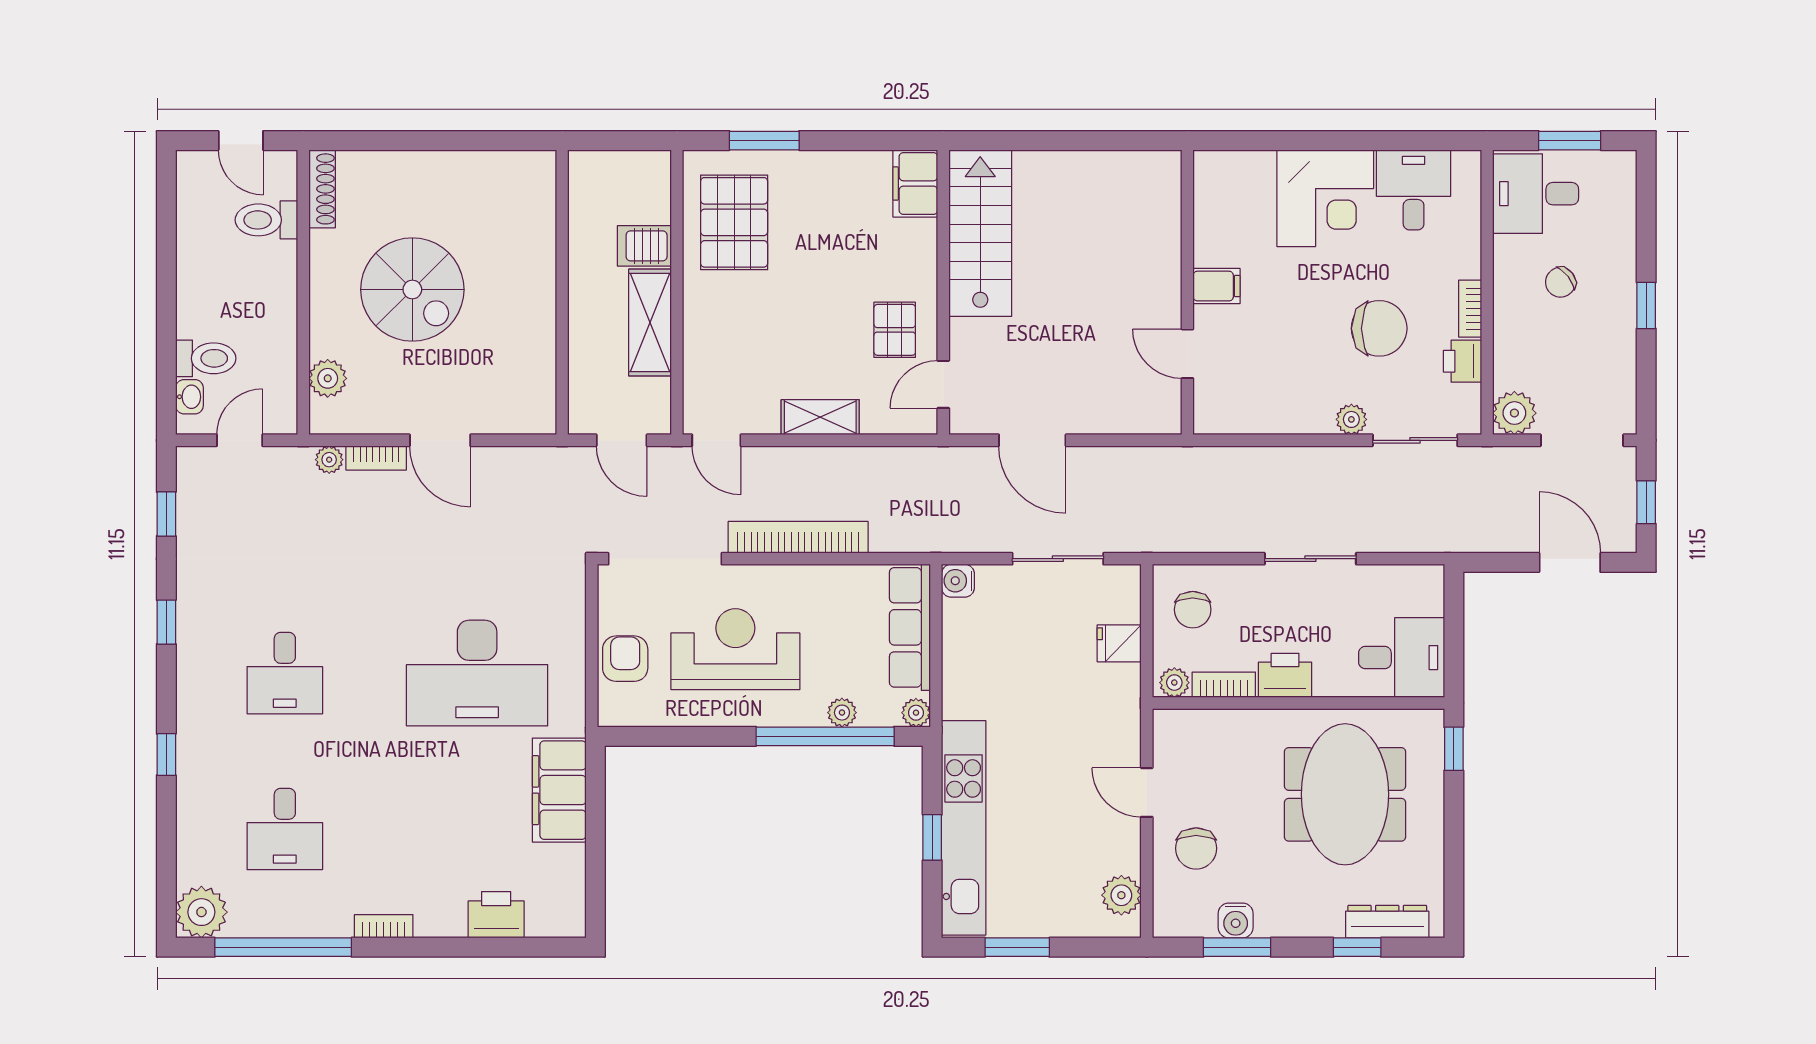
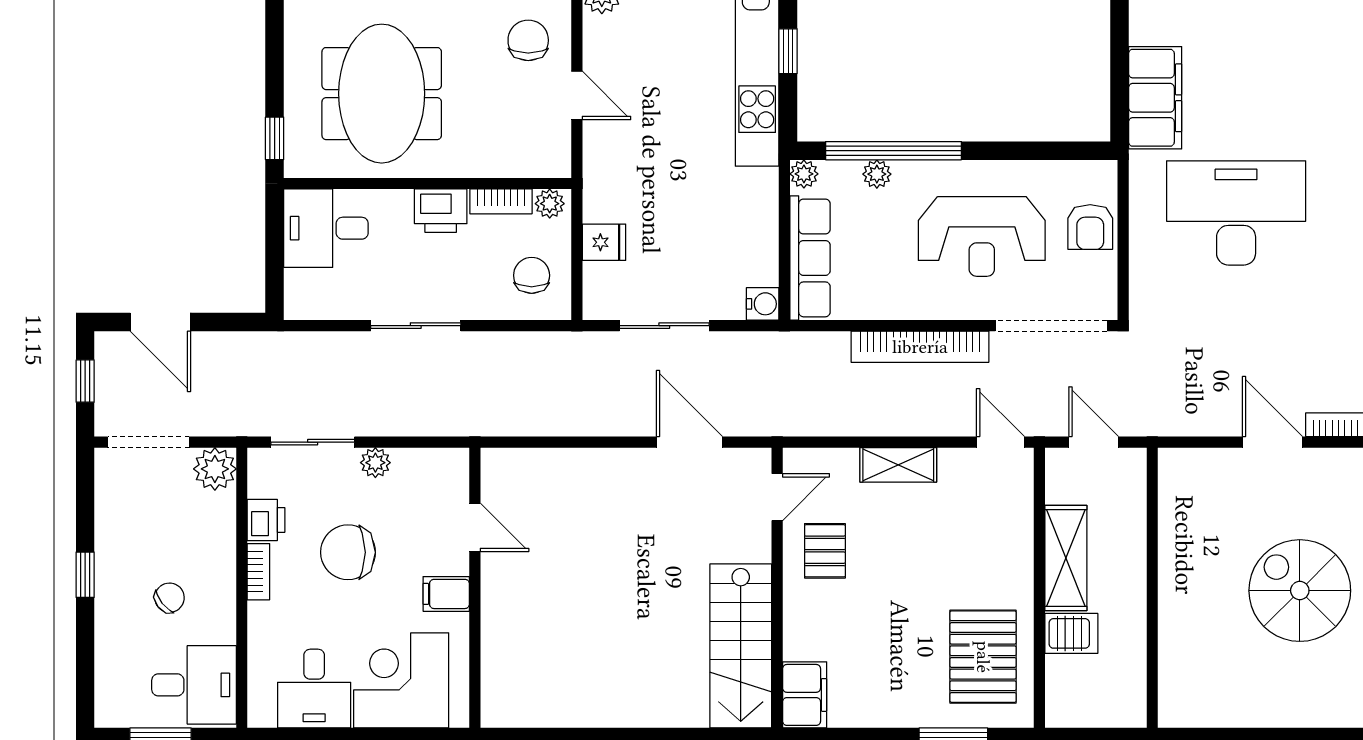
filing cabinet: (1217, 286) -> (446, 594), moved
wall: (1187, 292) -> (475, 588), moved
door: (1187, 354) -> (475, 527), moved

